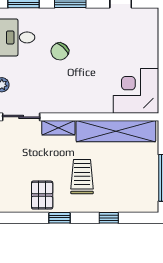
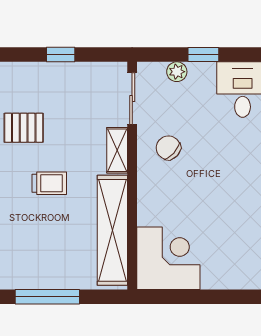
chair: (60, 51) -> (168, 148), moved
trolley: (82, 177) -> (49, 183), width x0.73, depth x0.72

